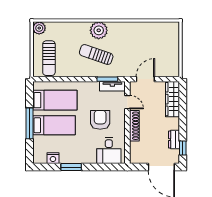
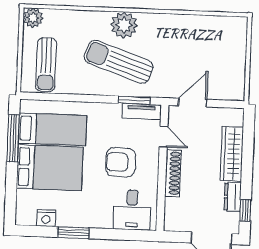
sun lounger: (96, 54) -> (119, 62), width x1.36, depth x1.34
wardrobe: (172, 99) -> (232, 154), moved
armchair: (100, 120) -> (121, 162), turned -90
window: (29, 123) -> (13, 138), moved
bed: (54, 125) -> (50, 168), width x1.50

